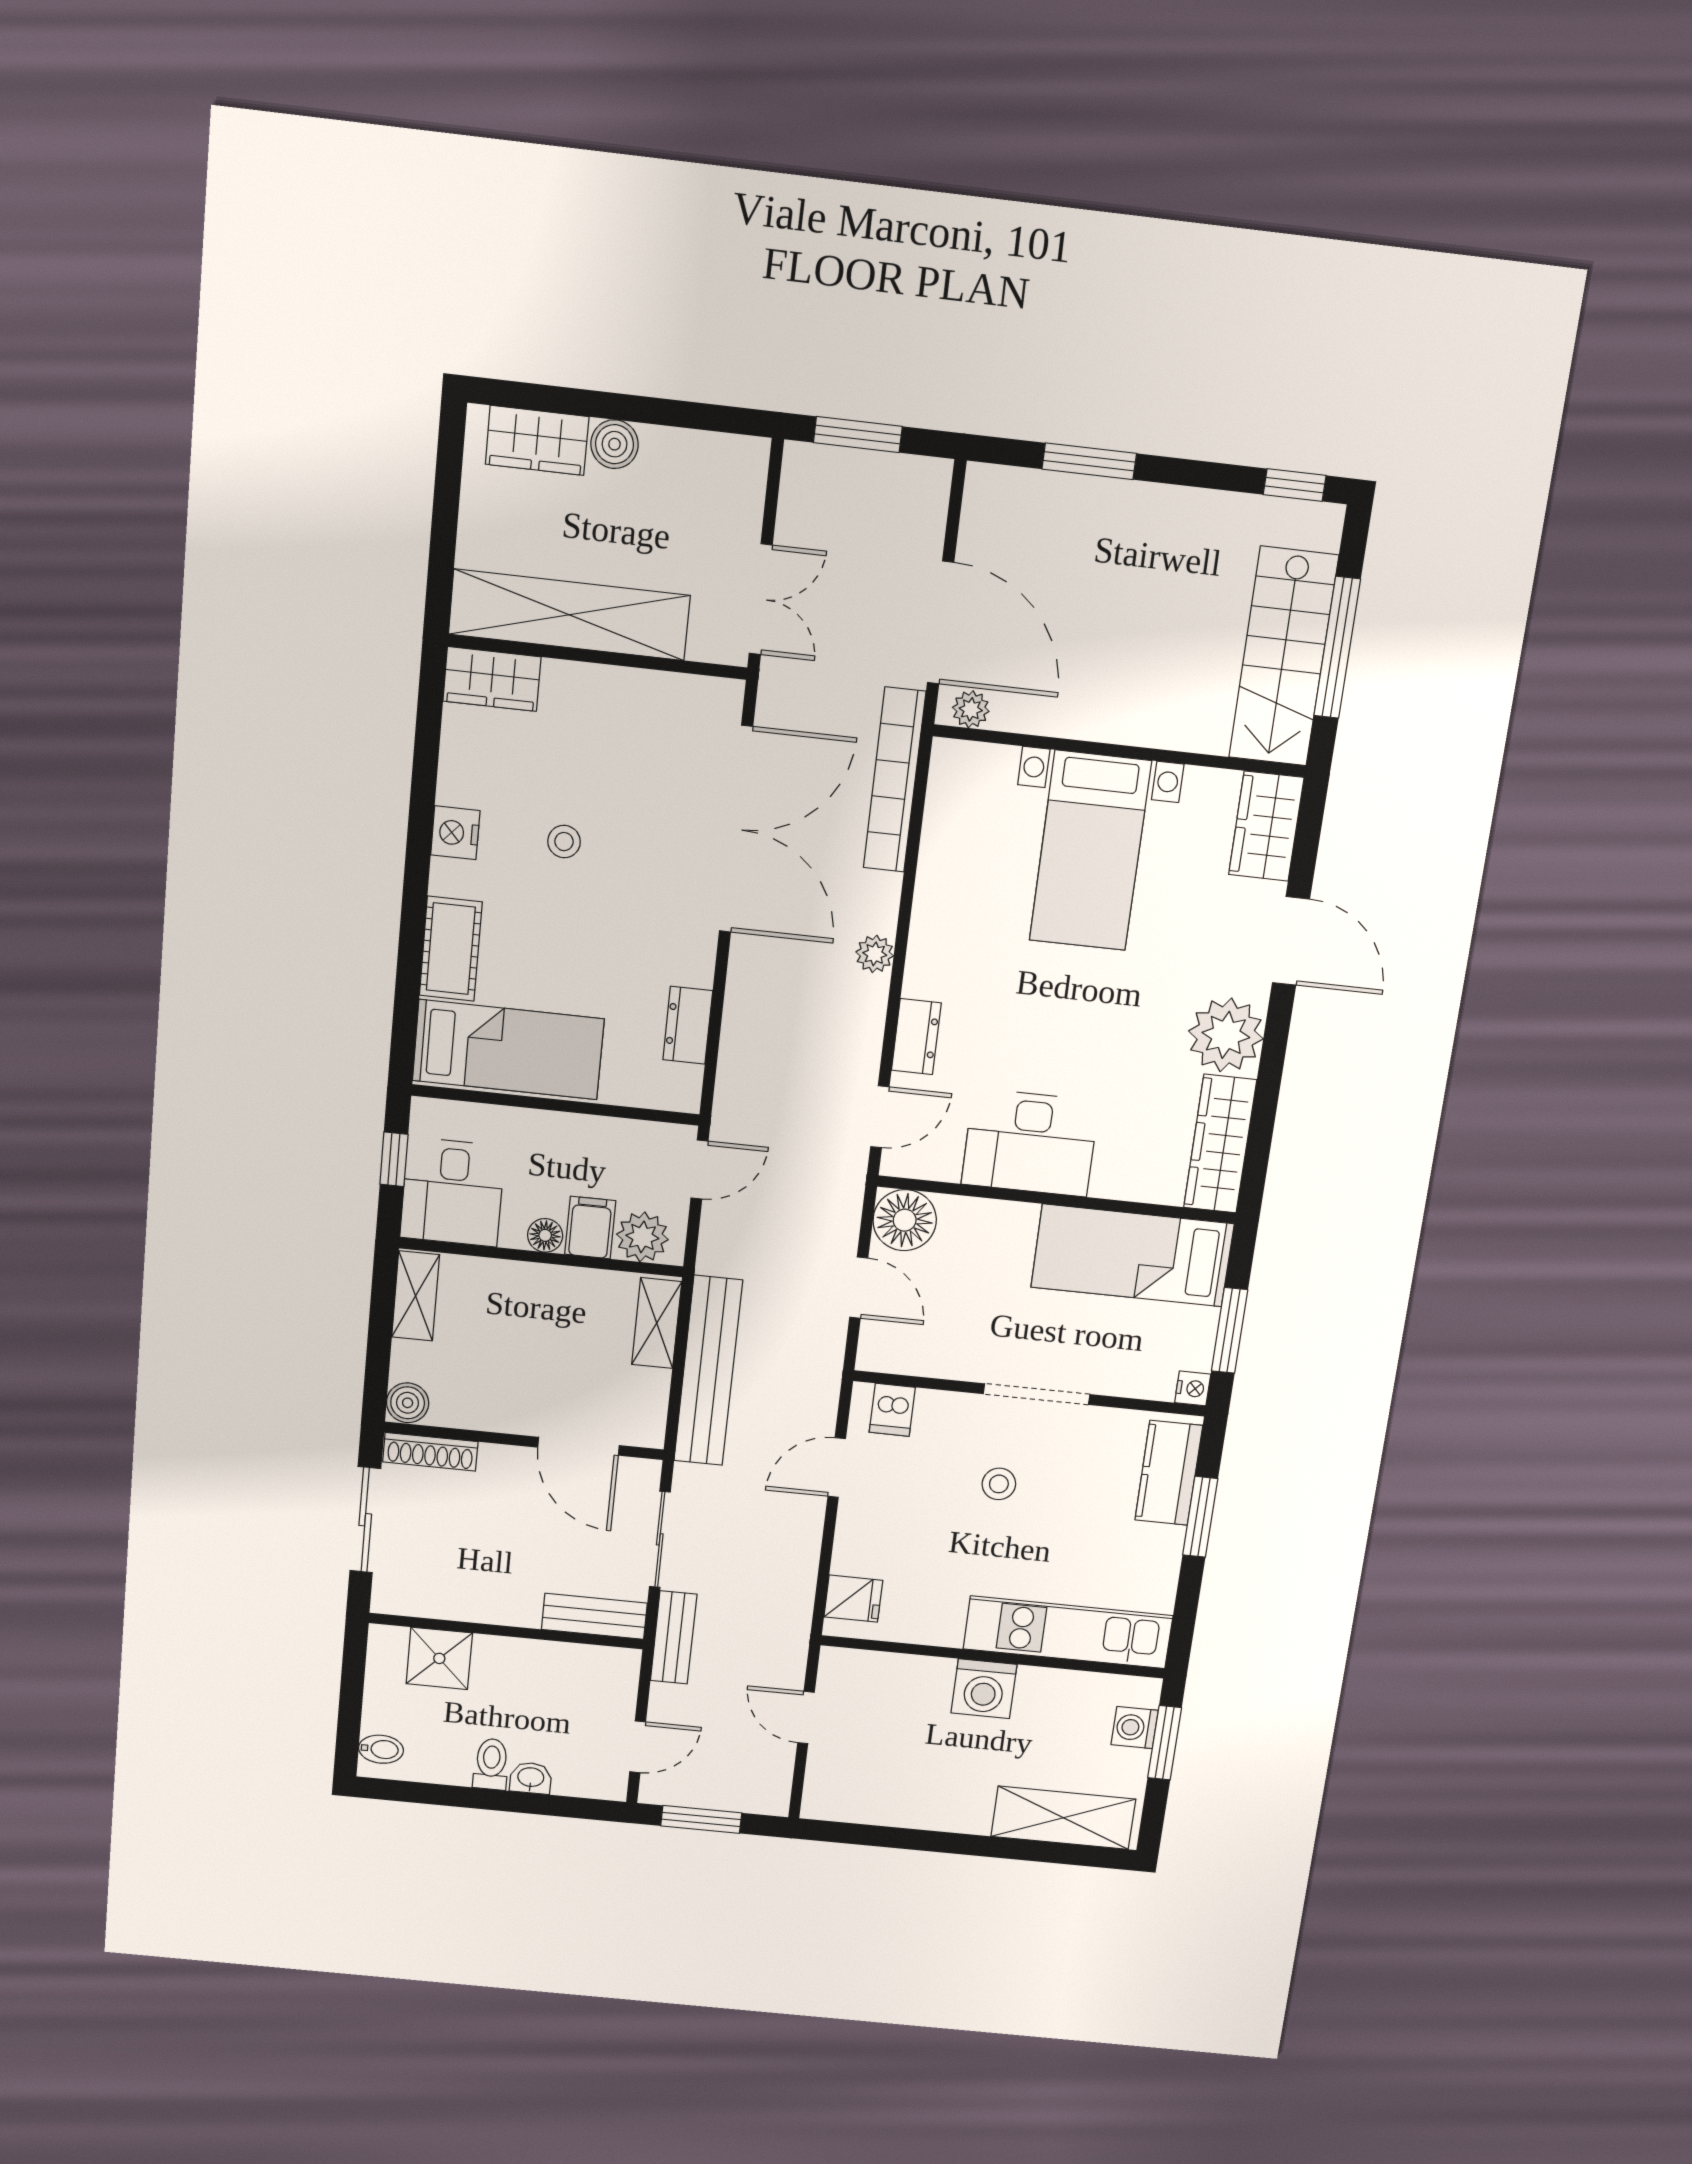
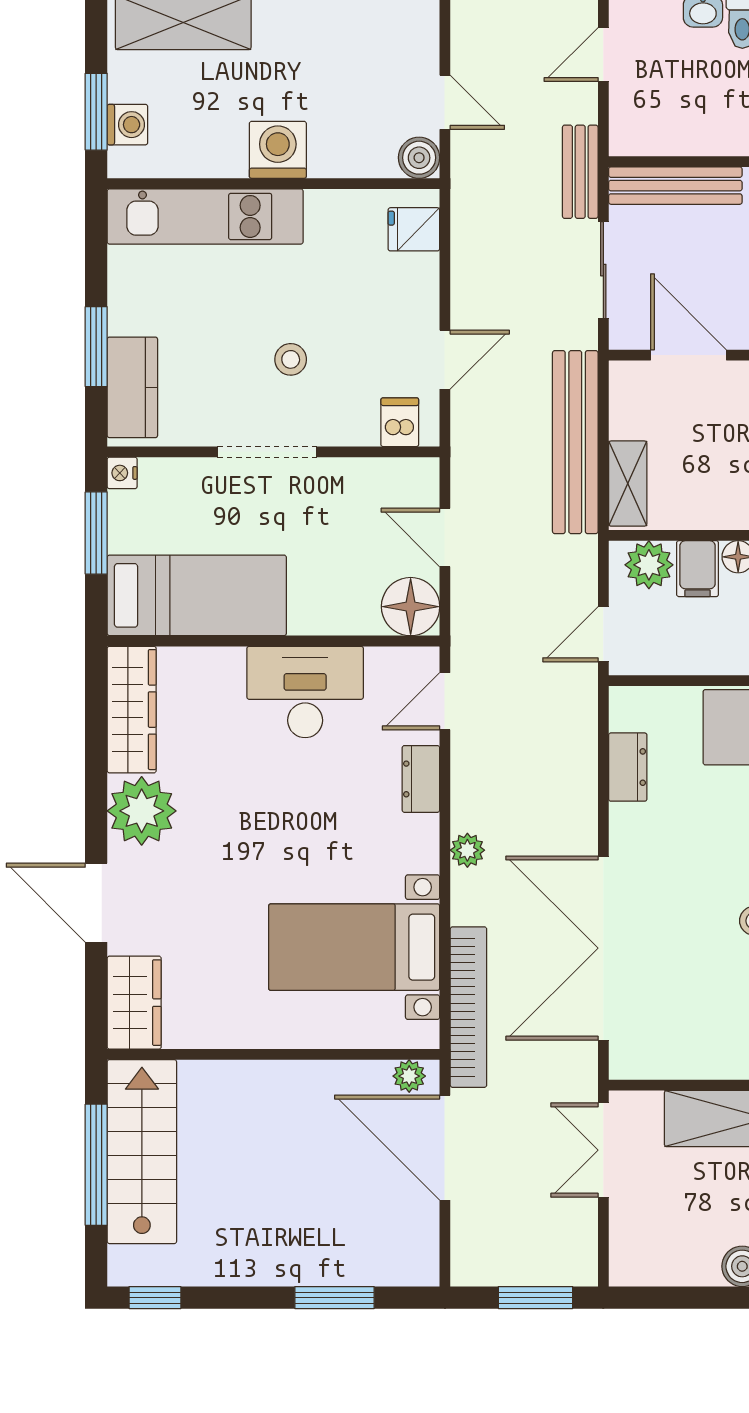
bed with nightstands: (1090, 851) -> (354, 947), moved, turned -90
bench: (594, 1616) -> (675, 186), width x1.36
boiler: (839, 1667) -> (419, 158), added

